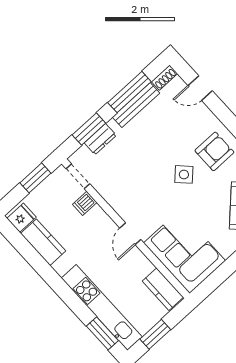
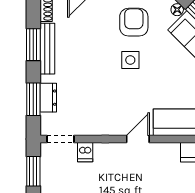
window: (129, 92) -> (33, 45), width x0.69
side table: (184, 174) -> (130, 60), turned 45
door: (130, 234) -> (138, 139), swing flipped

